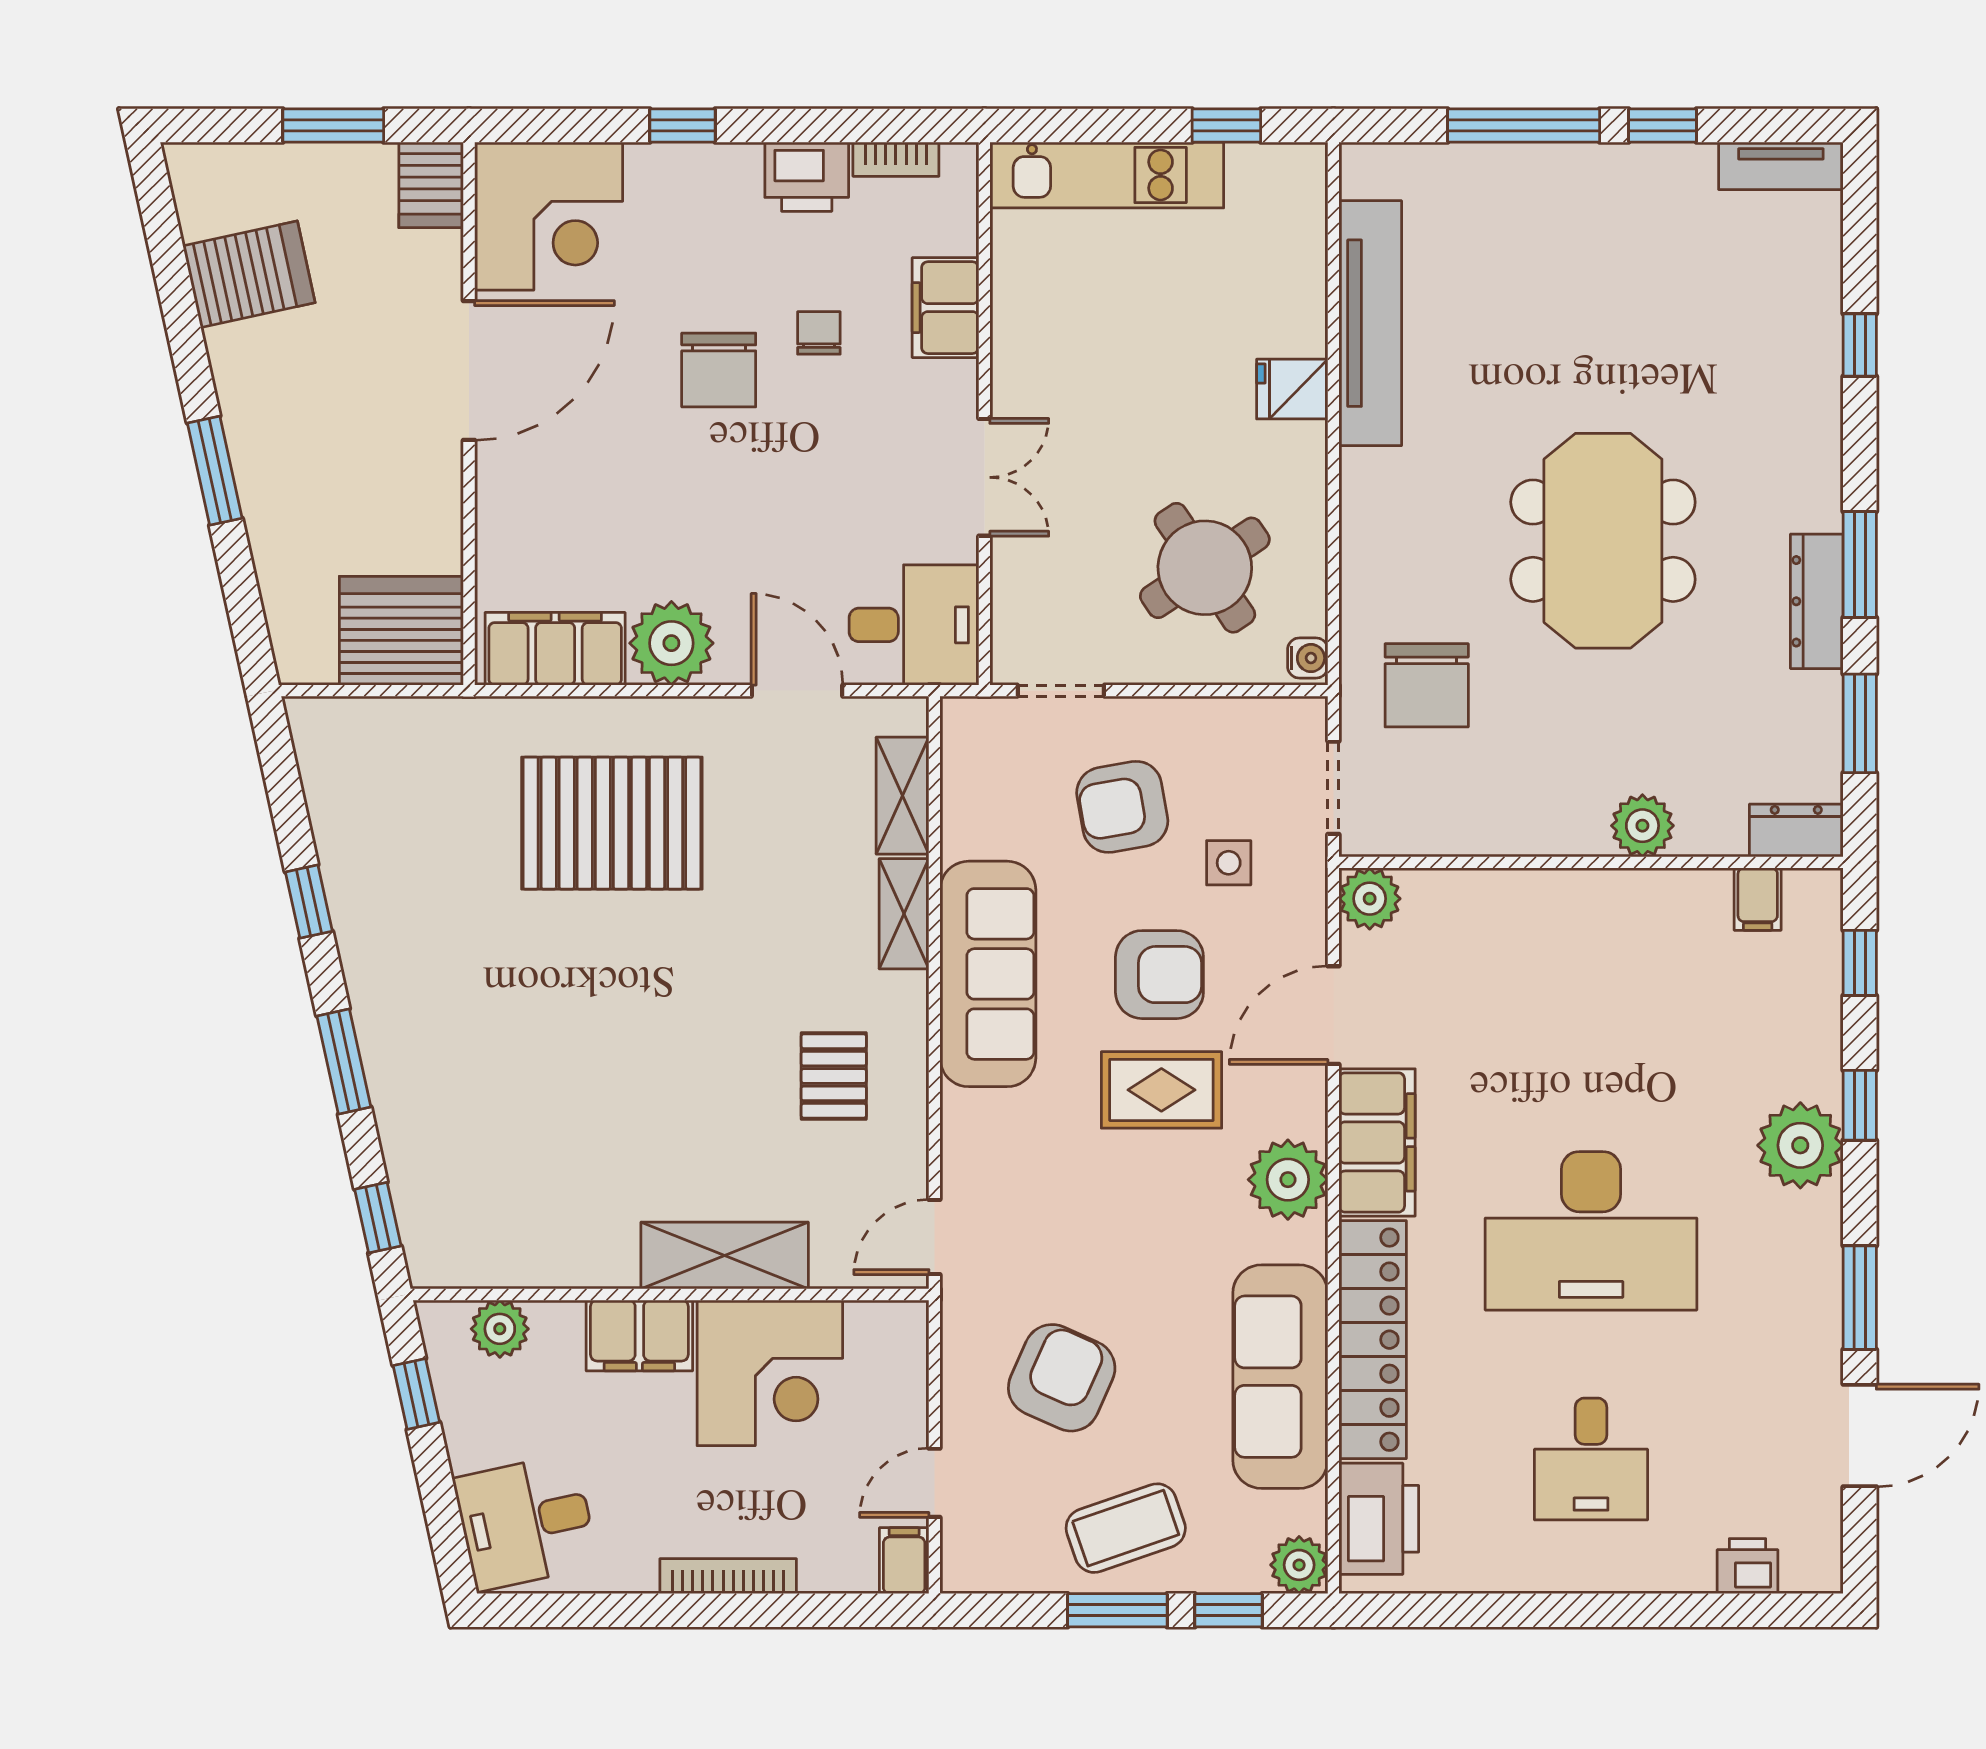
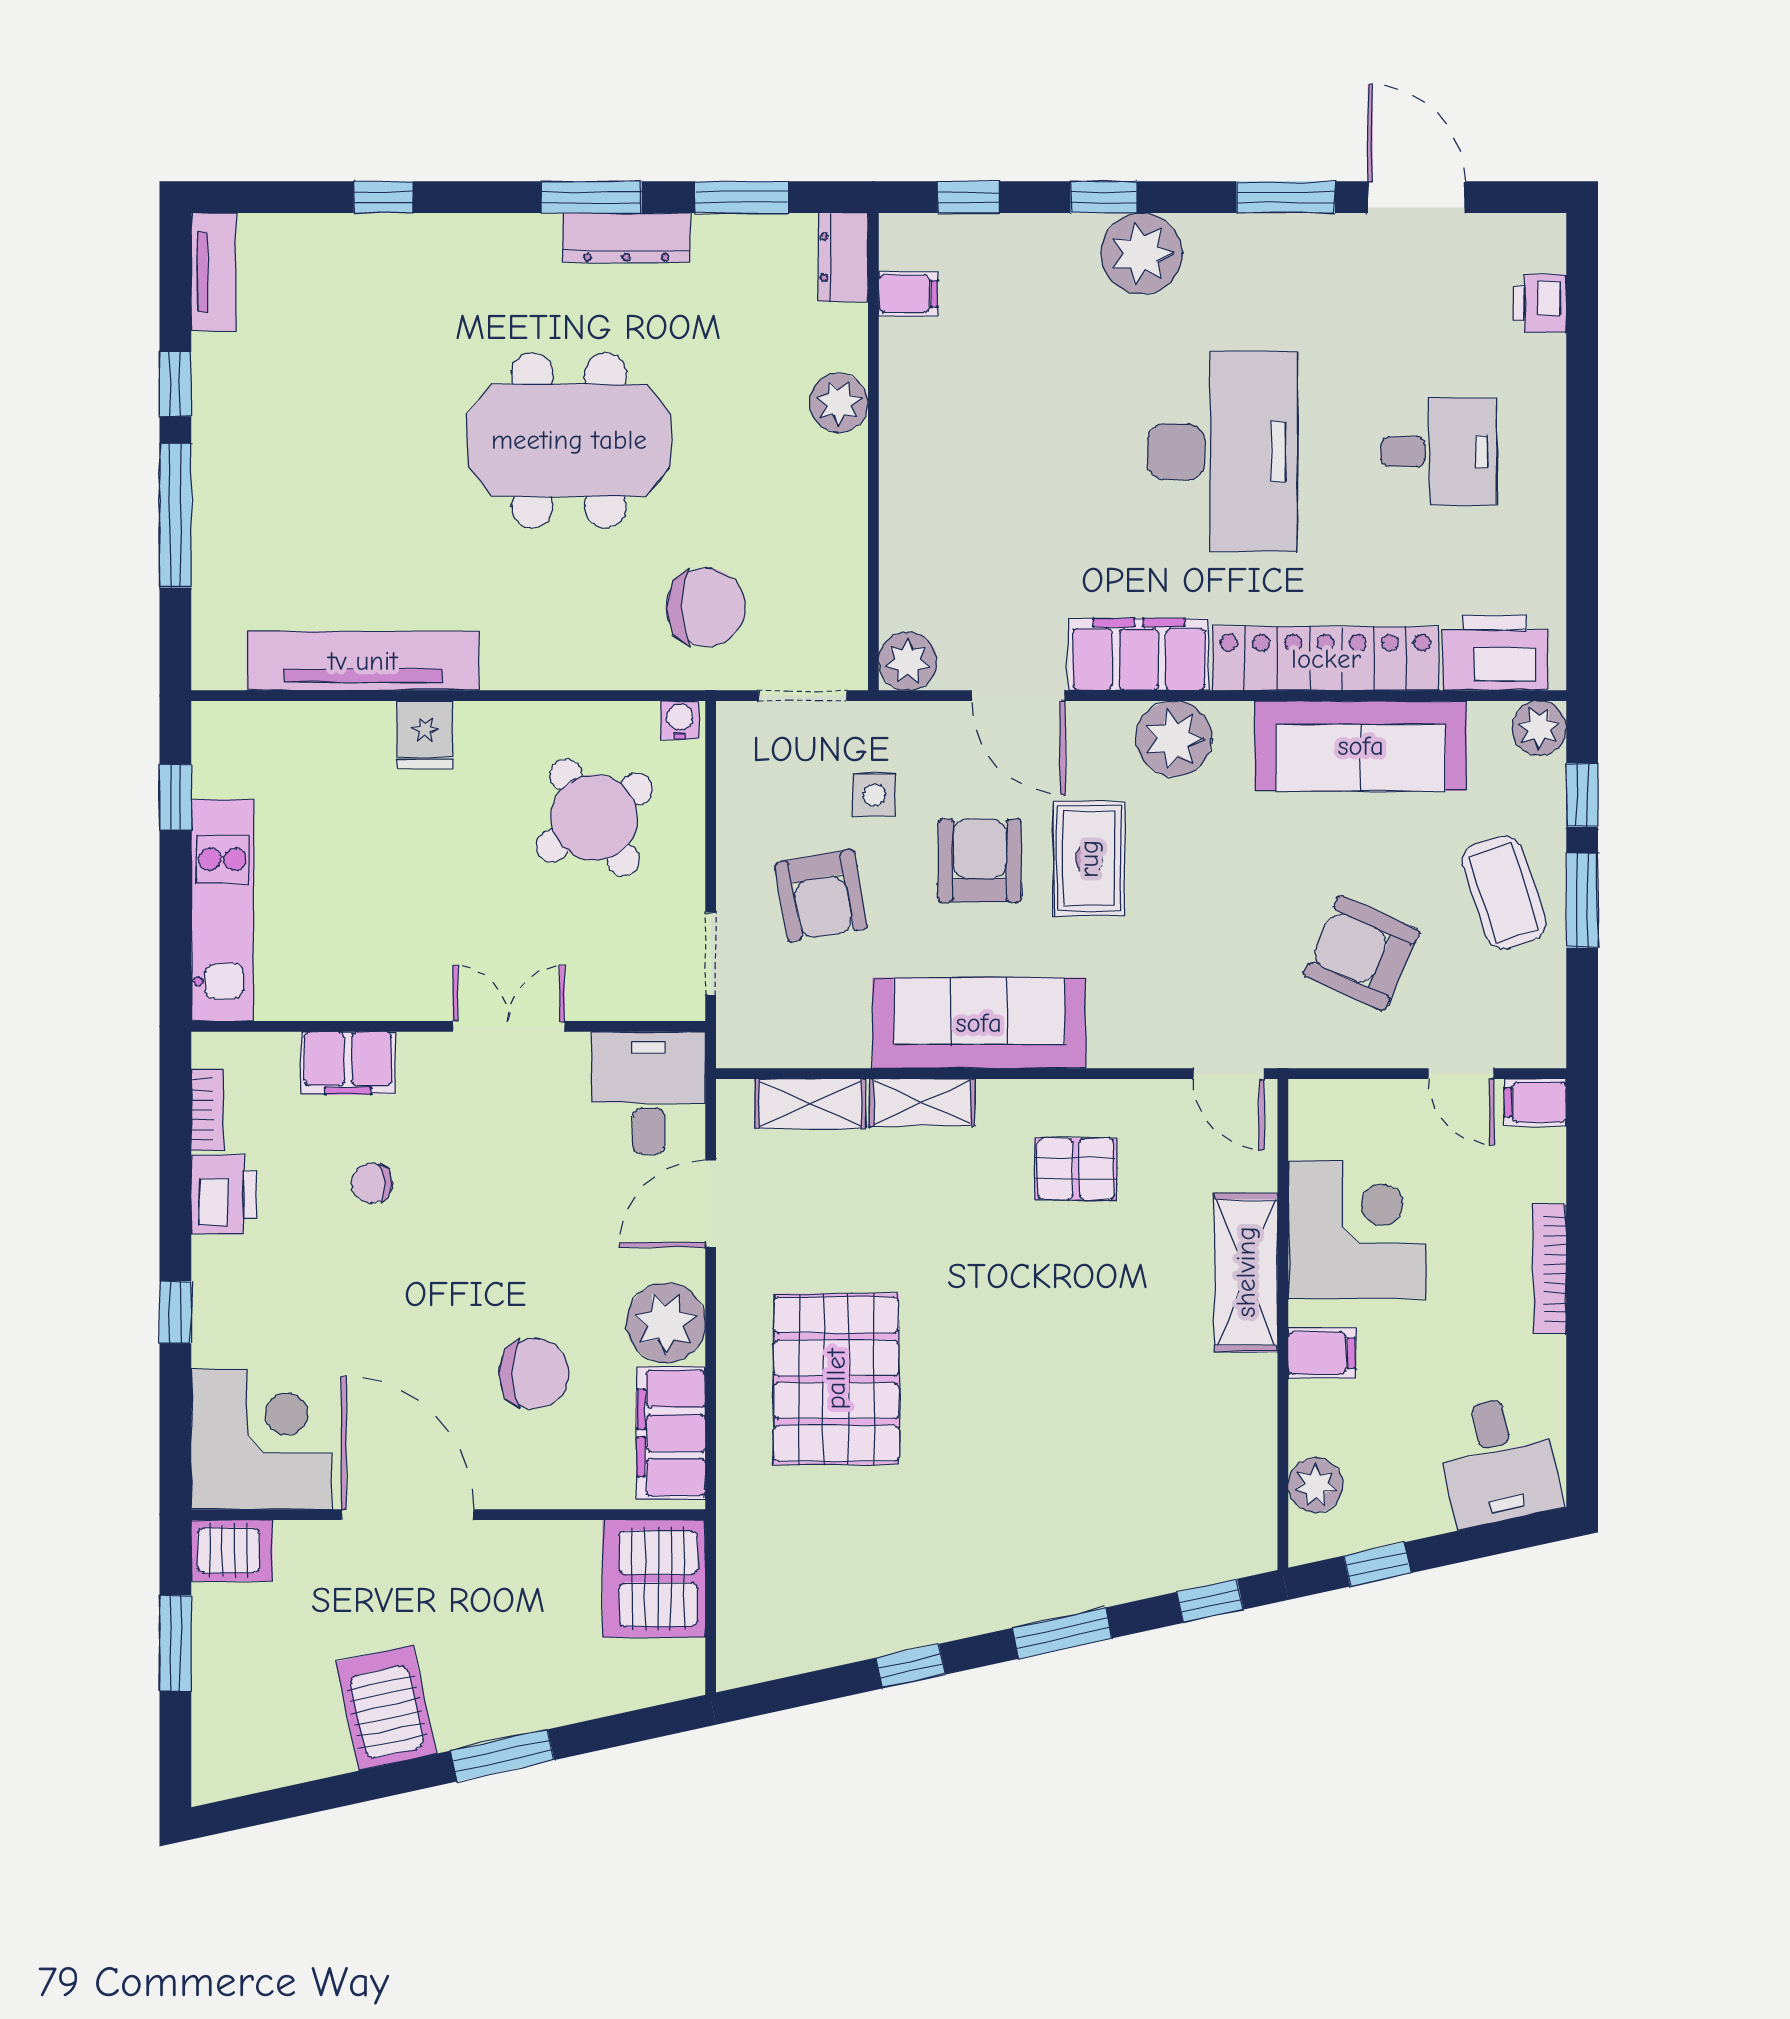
server rack: (249, 274) -> (386, 1708), moved
chair: (719, 370) -> (534, 1374), moved
filing cabinet: (639, 1336) -> (1322, 1353), width x0.50

